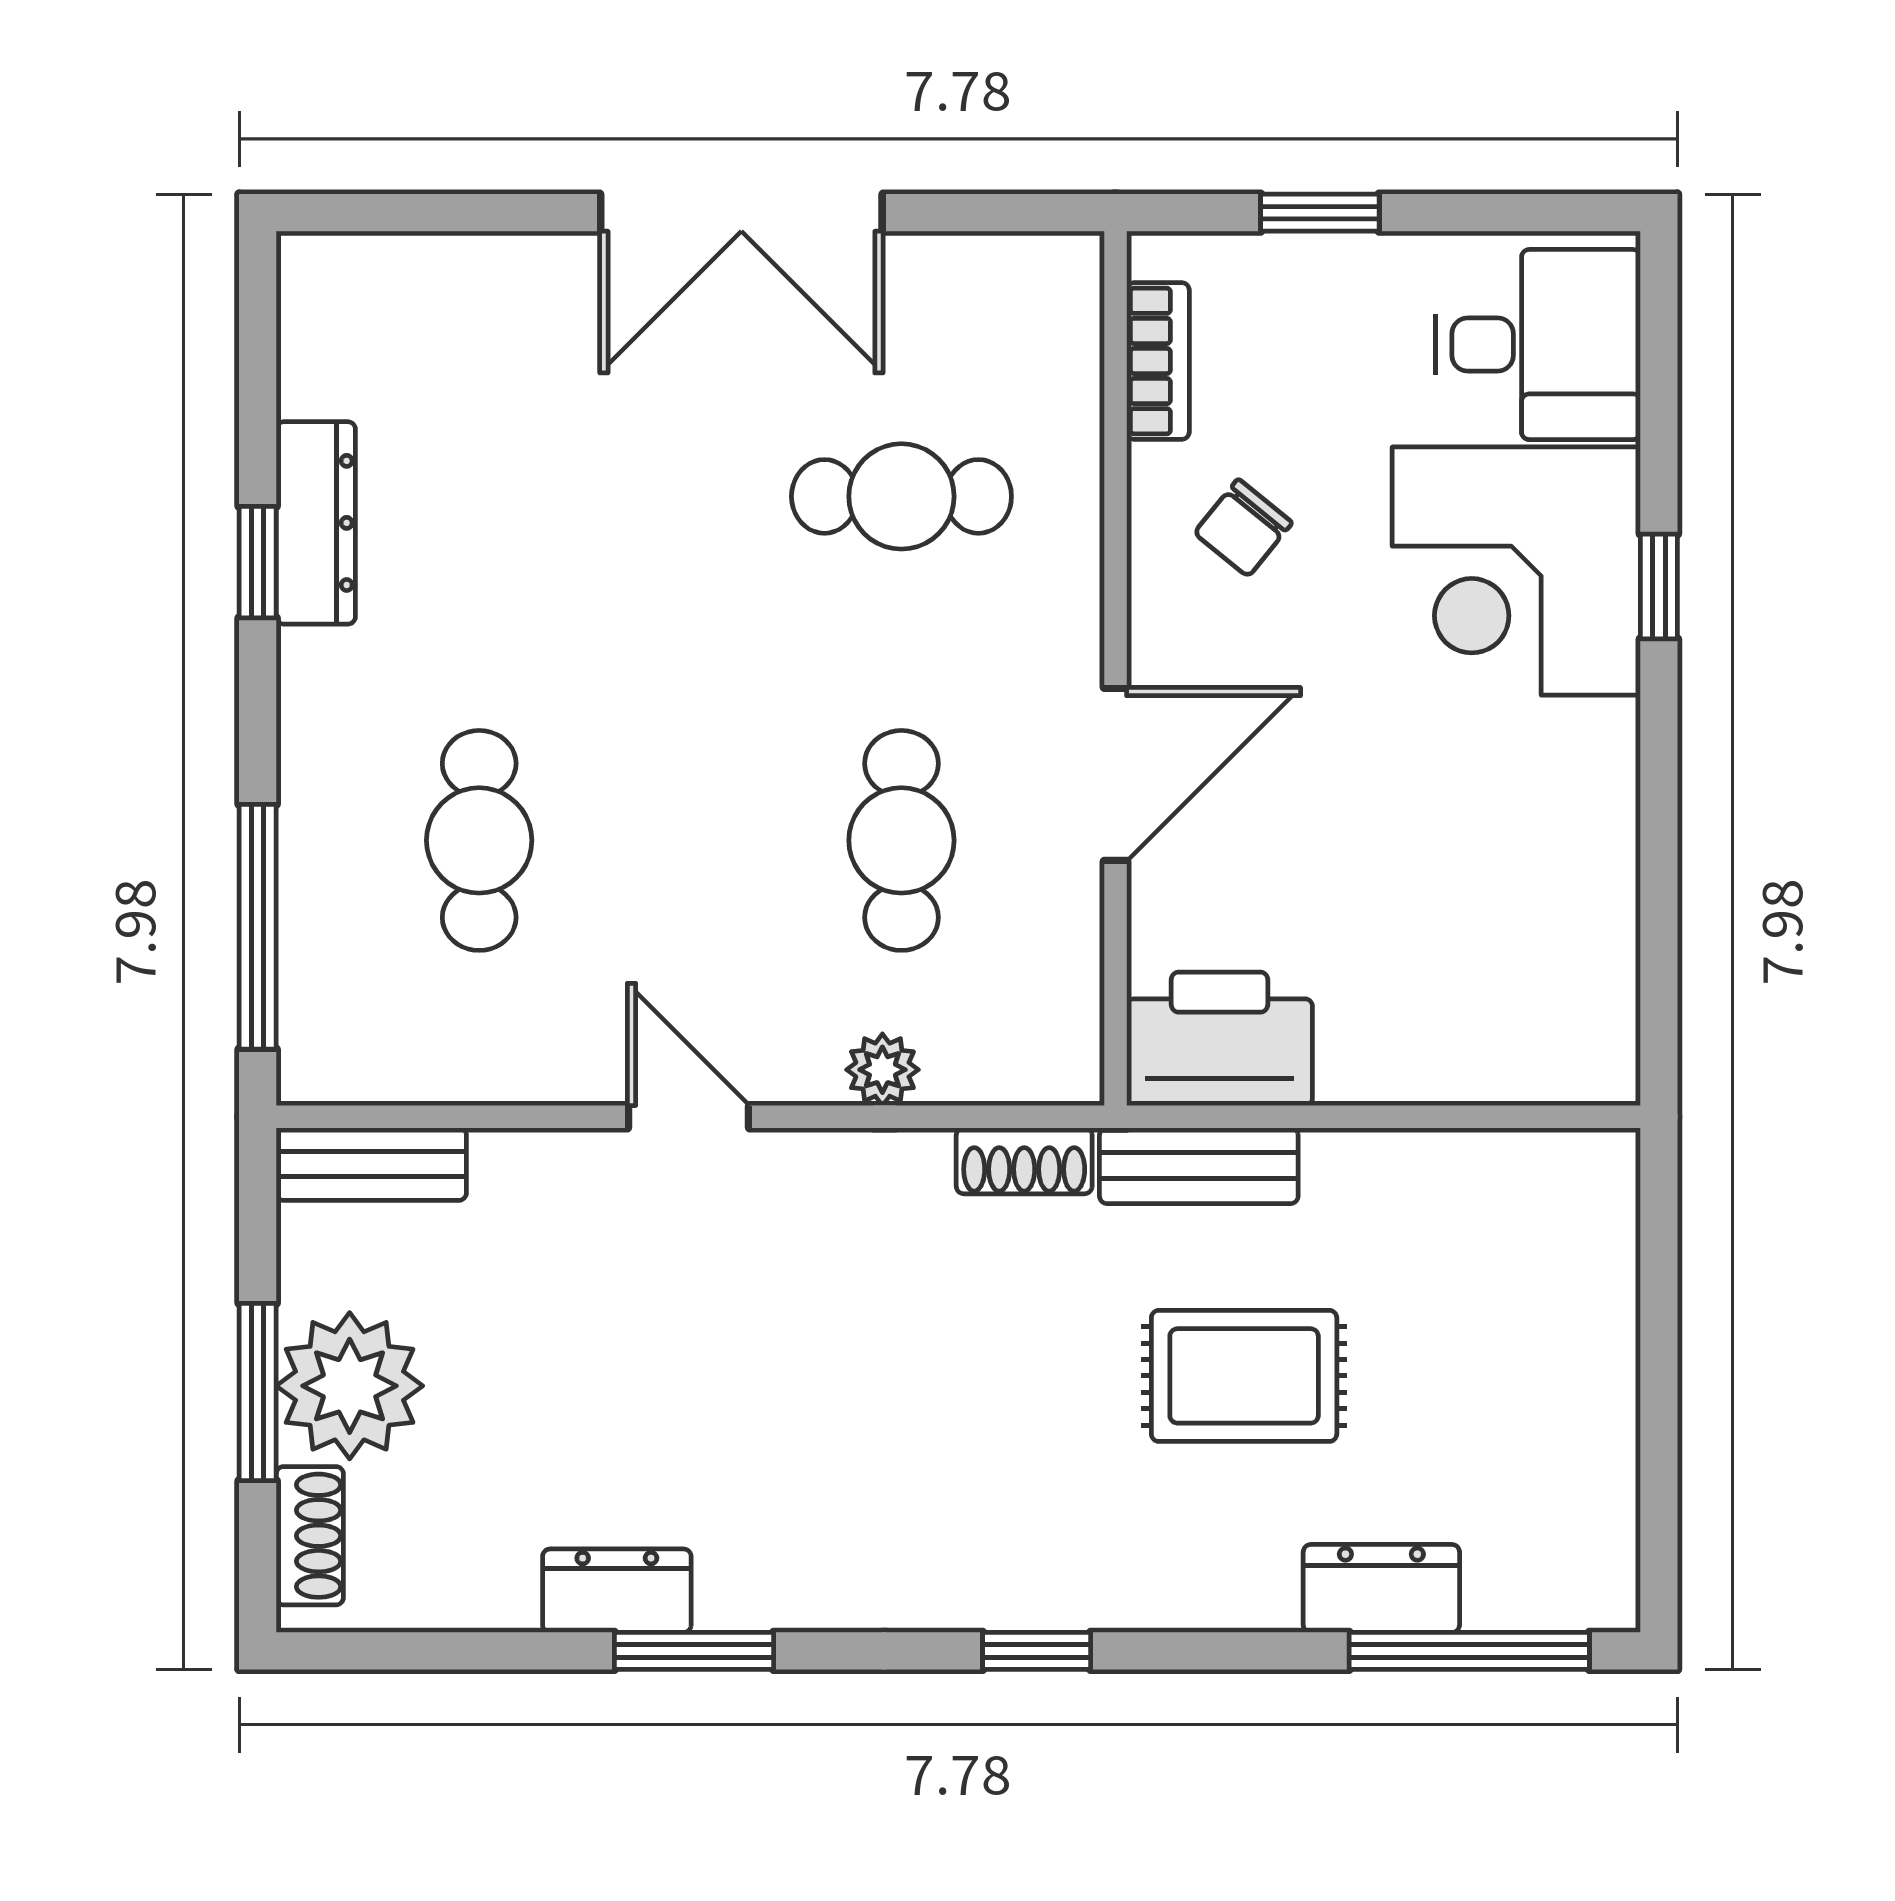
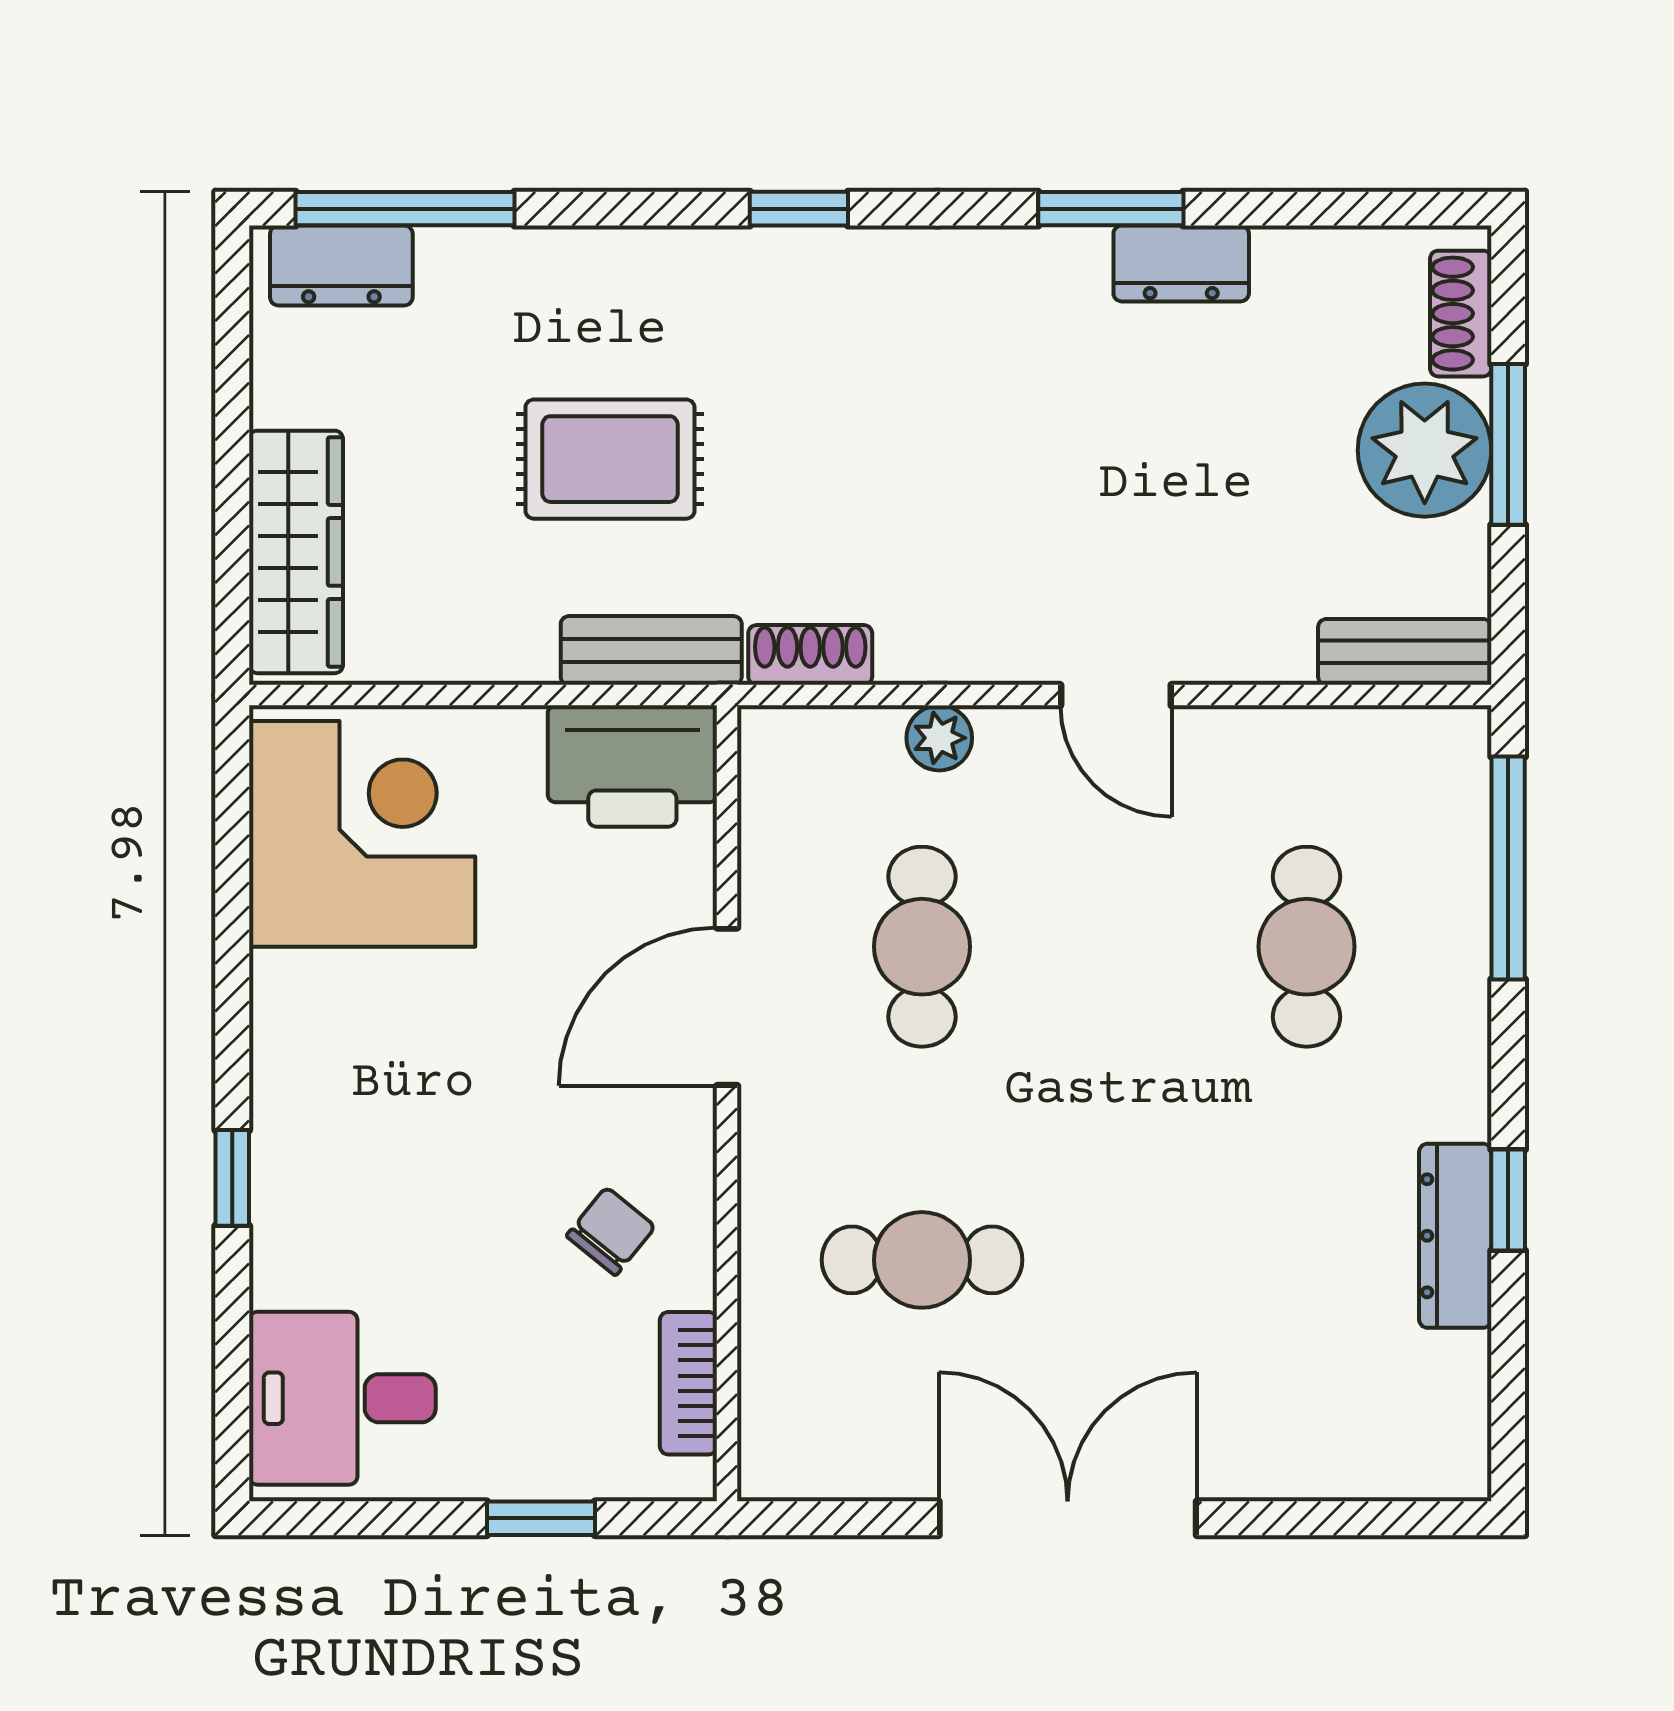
corner desk: (1516, 571) -> (362, 834), moved
wardrobe: (1589, 1274) -> (296, 552), added
dresser: (1381, 1588) -> (341, 266), moved

